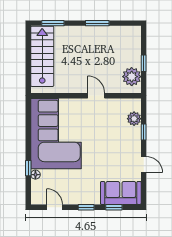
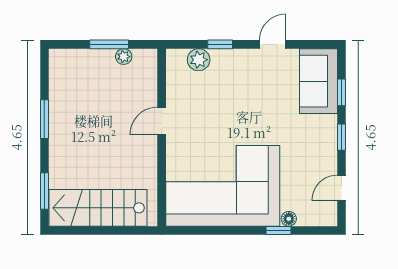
window: (144, 63) -> (109, 44), width x1.50
plant: (132, 77) -> (124, 57), width x0.53, depth x0.53

